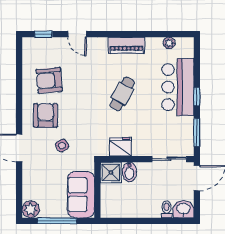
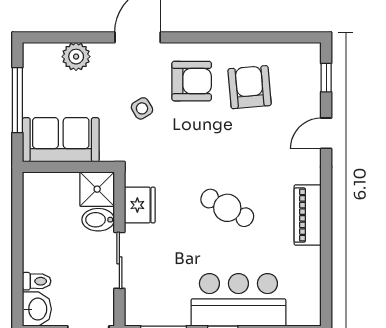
plant: (169, 43) -> (311, 285), removed
sliding door: (169, 159) -> (119, 260), moved
plant: (31, 209) -> (76, 57), moved

